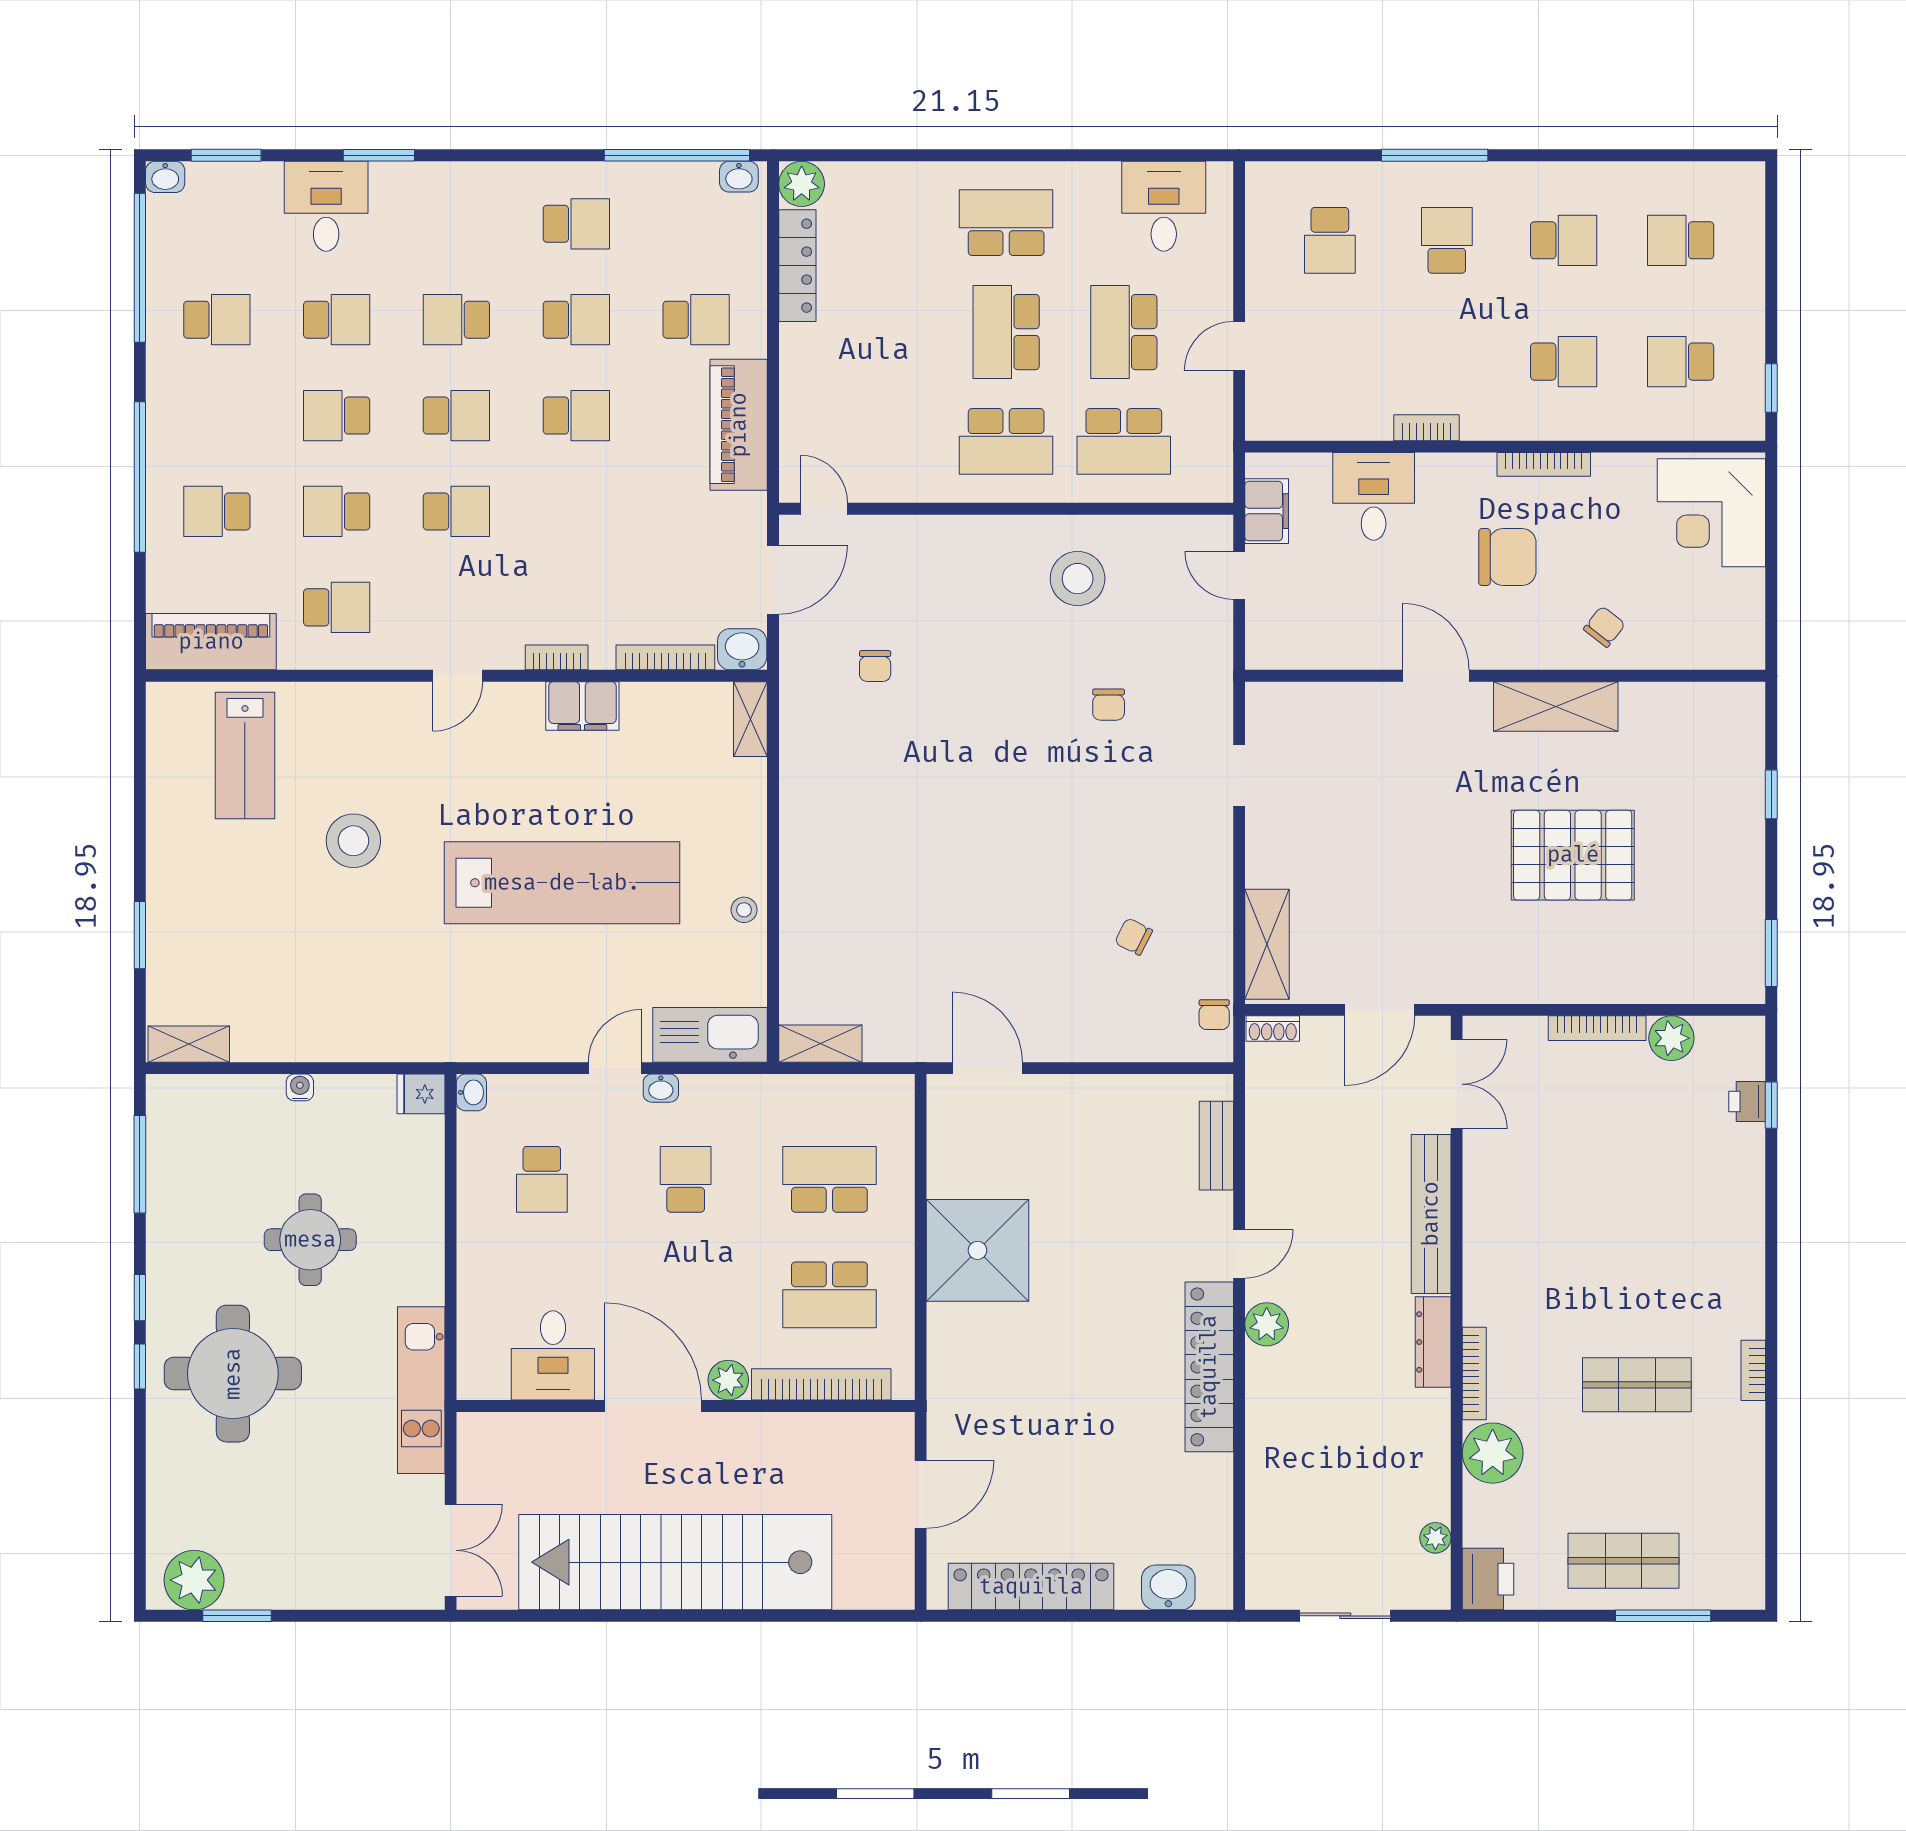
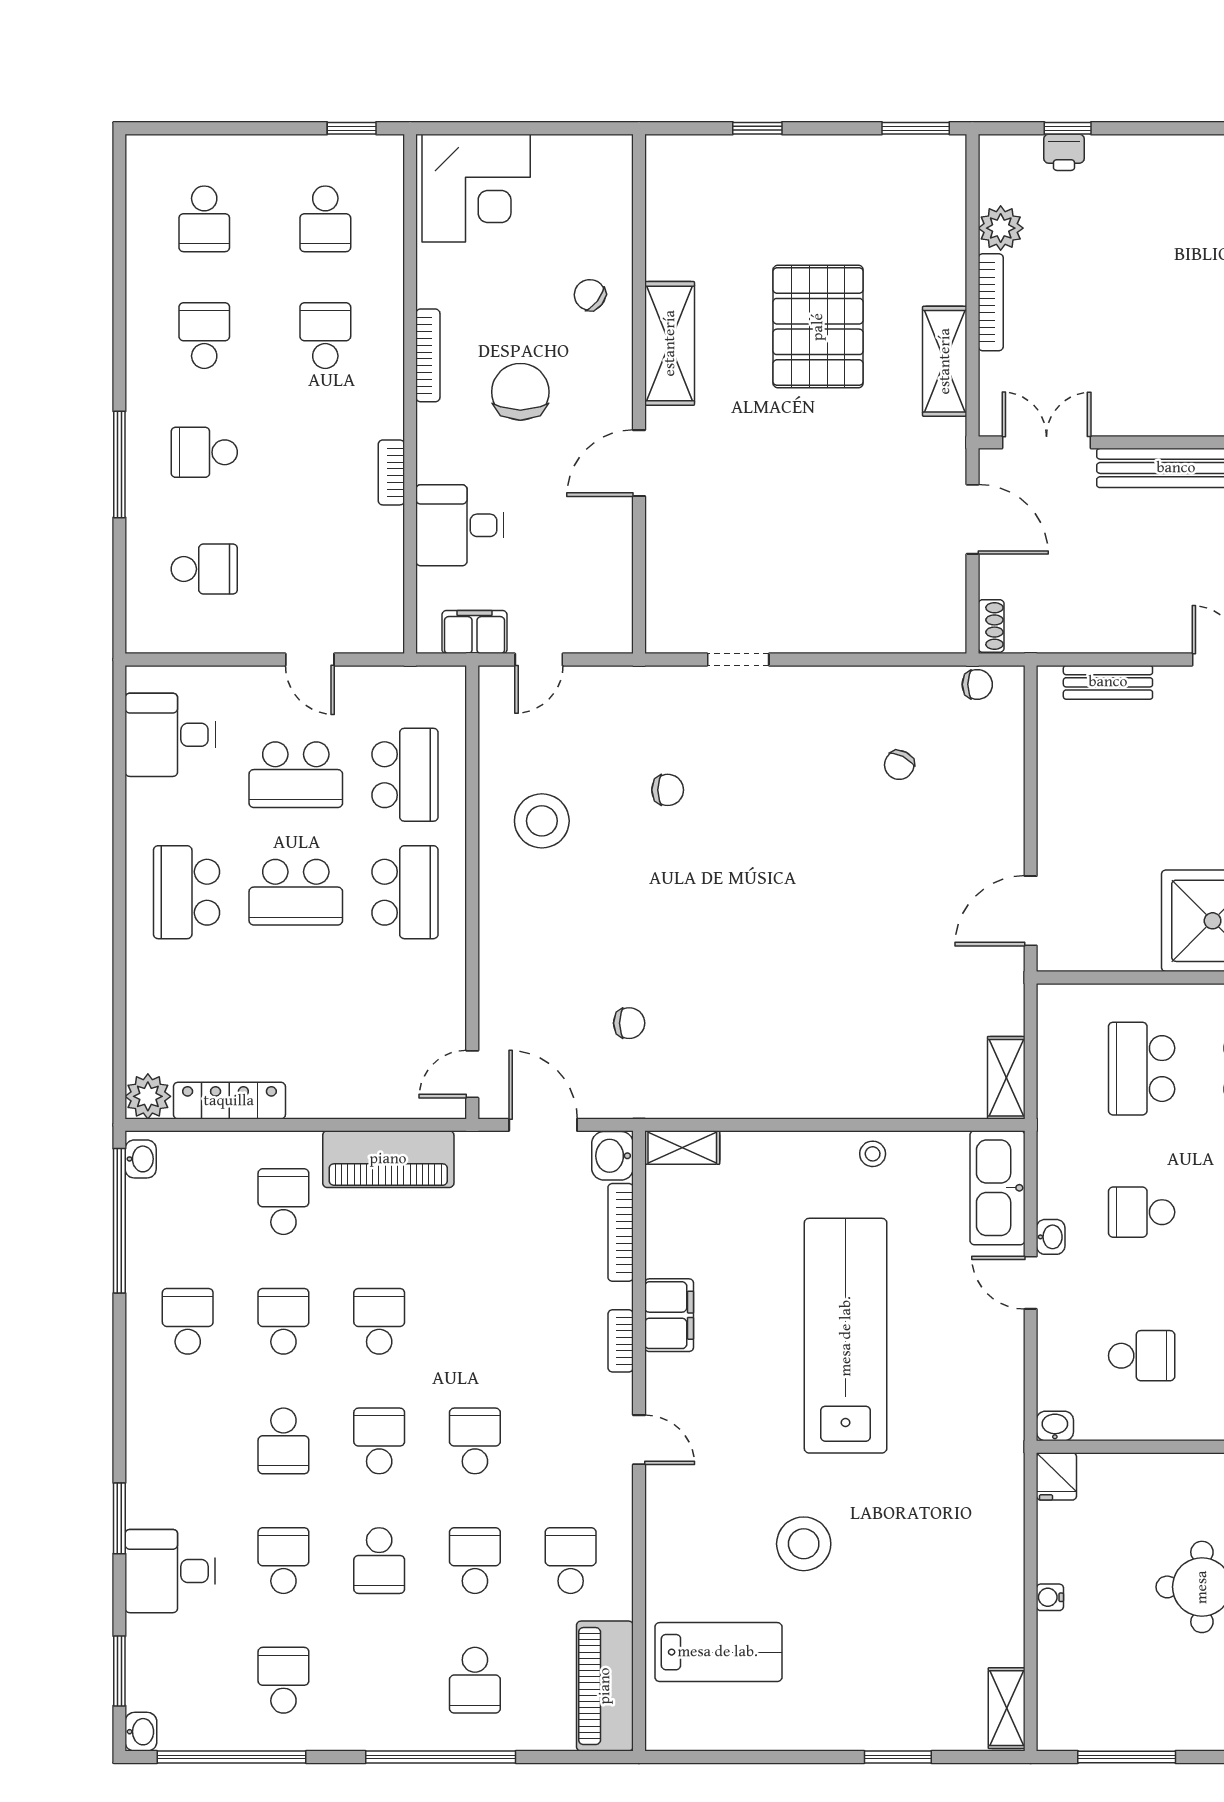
school desk: (337, 511) -> (475, 1561), turned 180
shelving: (1267, 944) -> (945, 361), moved, turned 90

